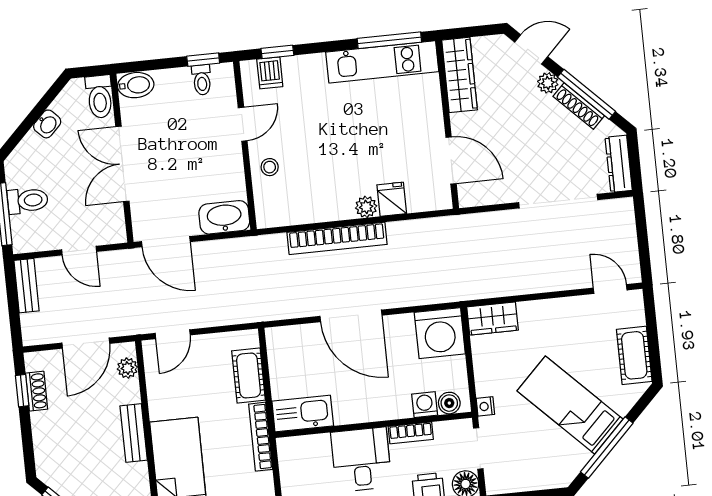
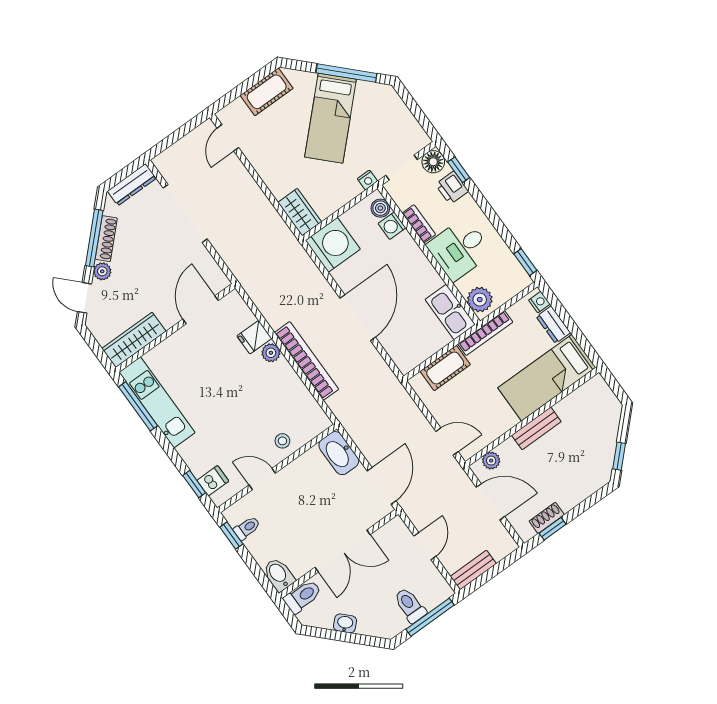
plant: (298, 451) -> (480, 300), added

